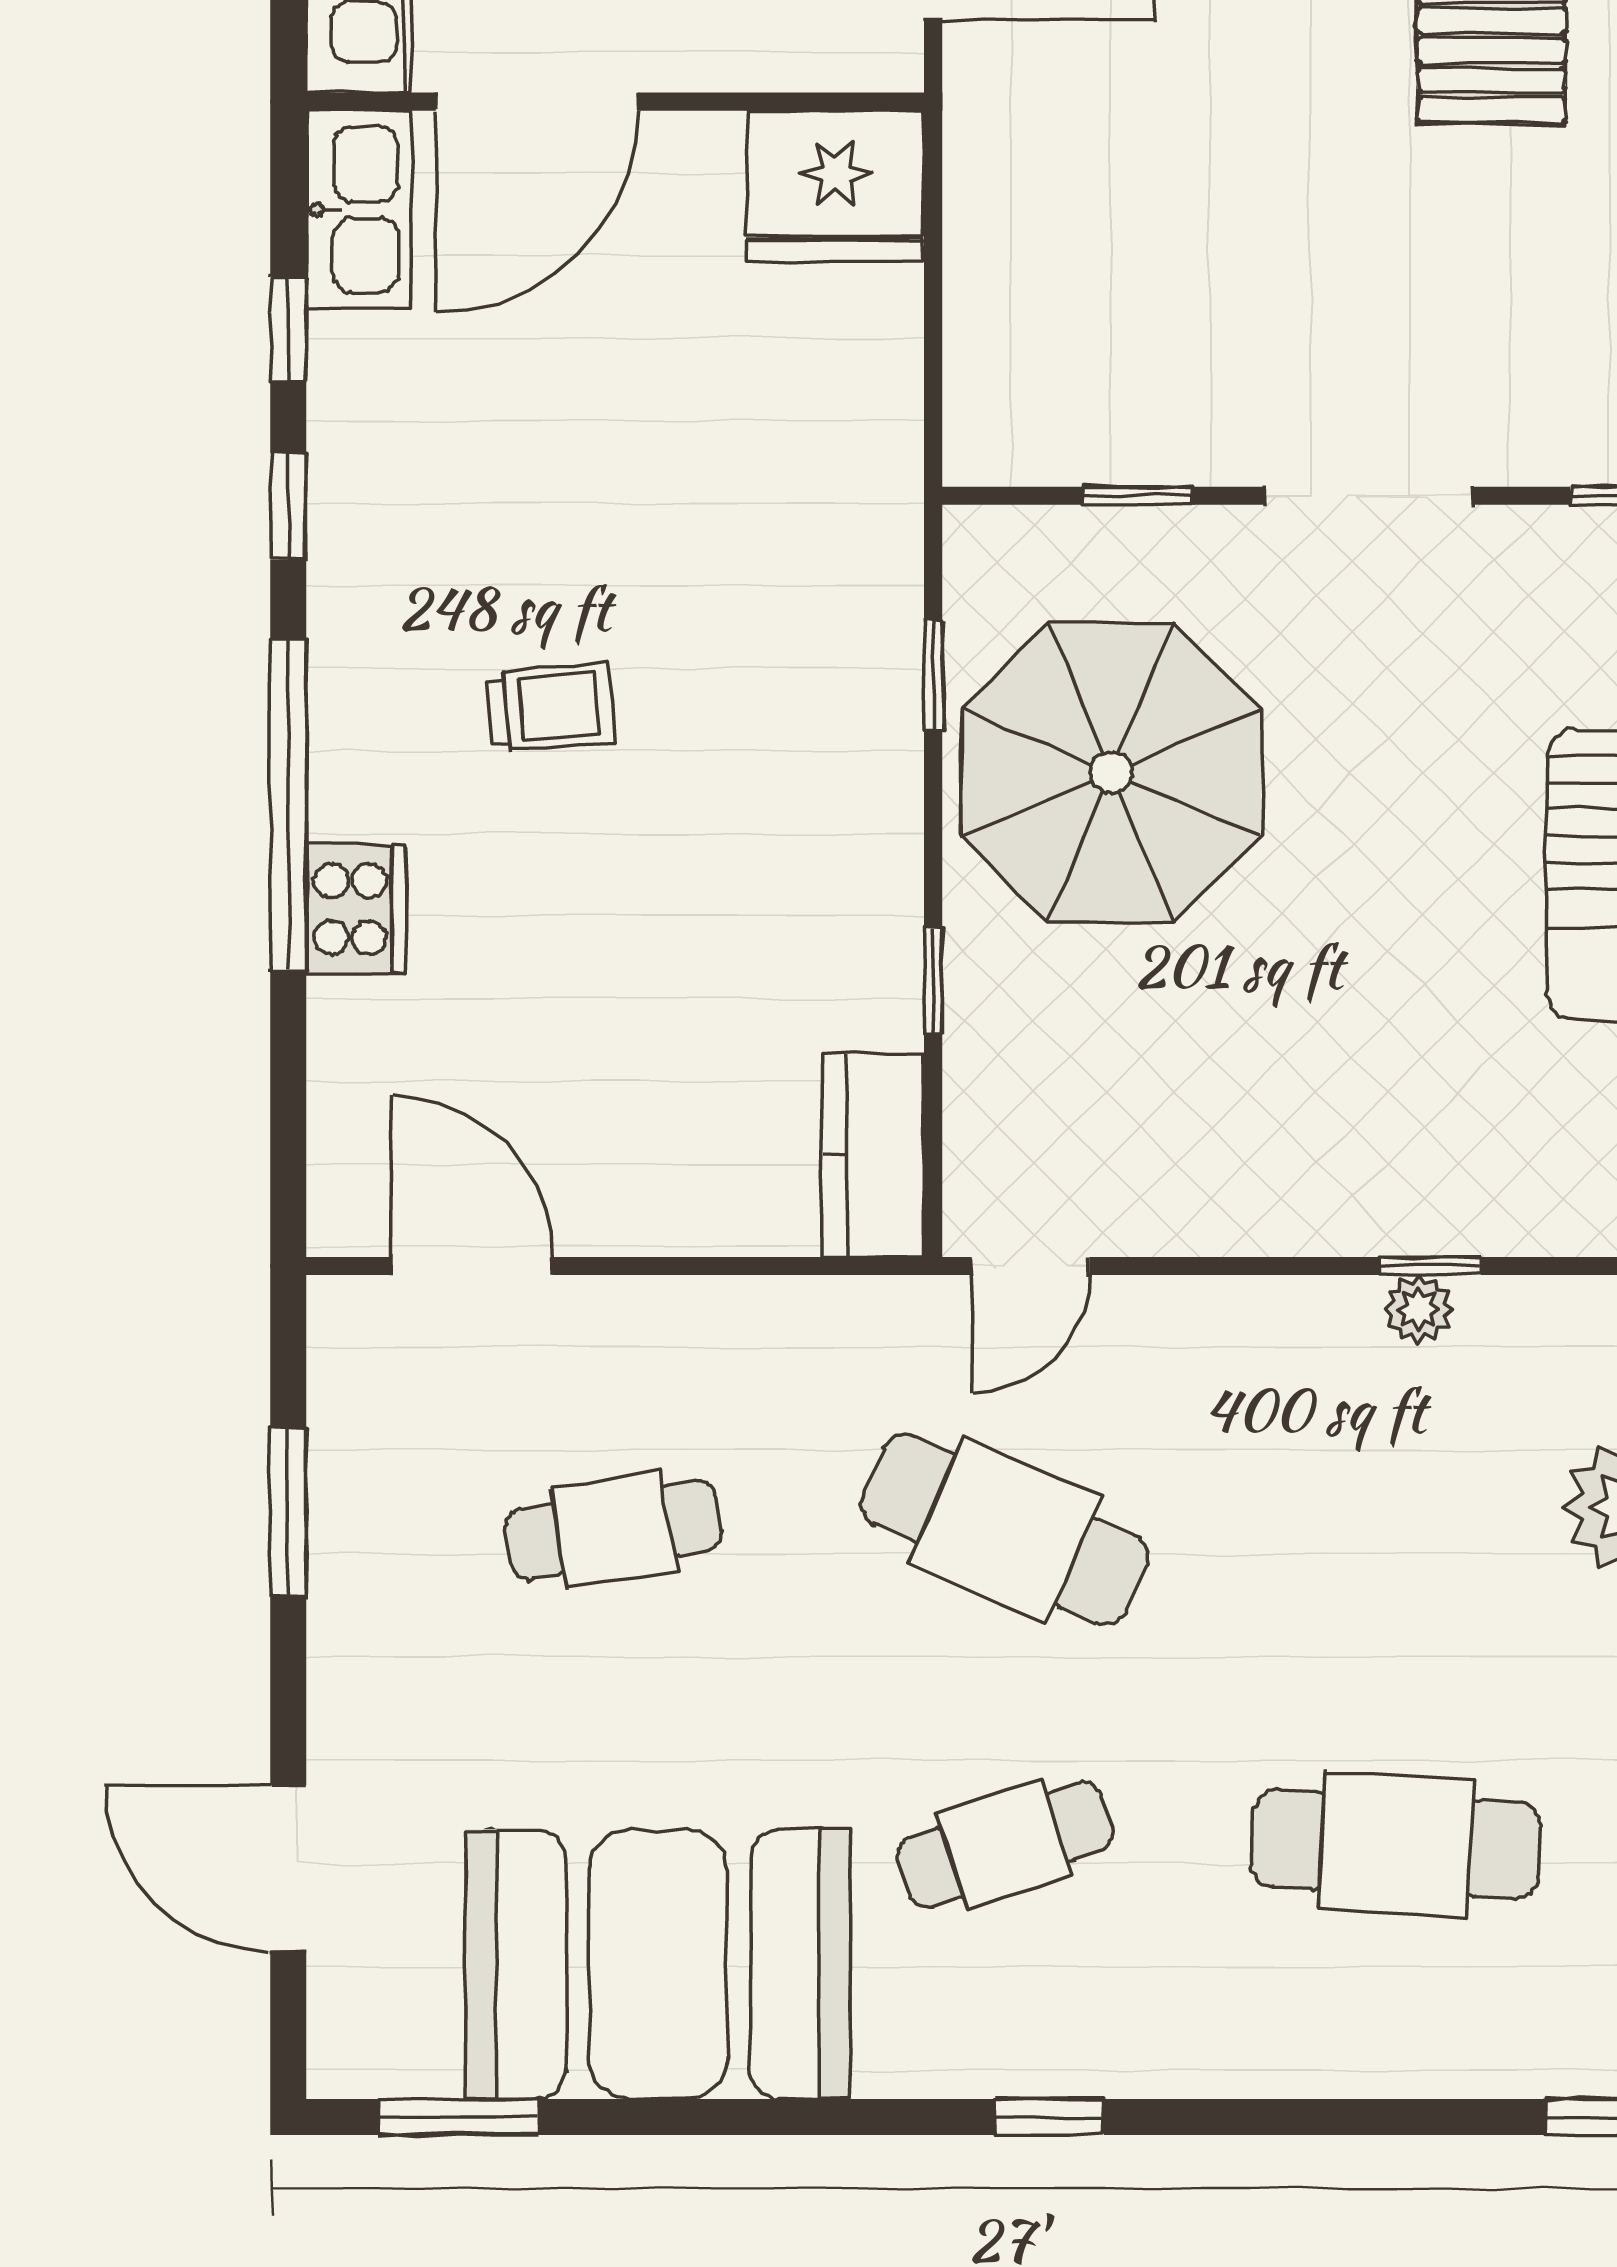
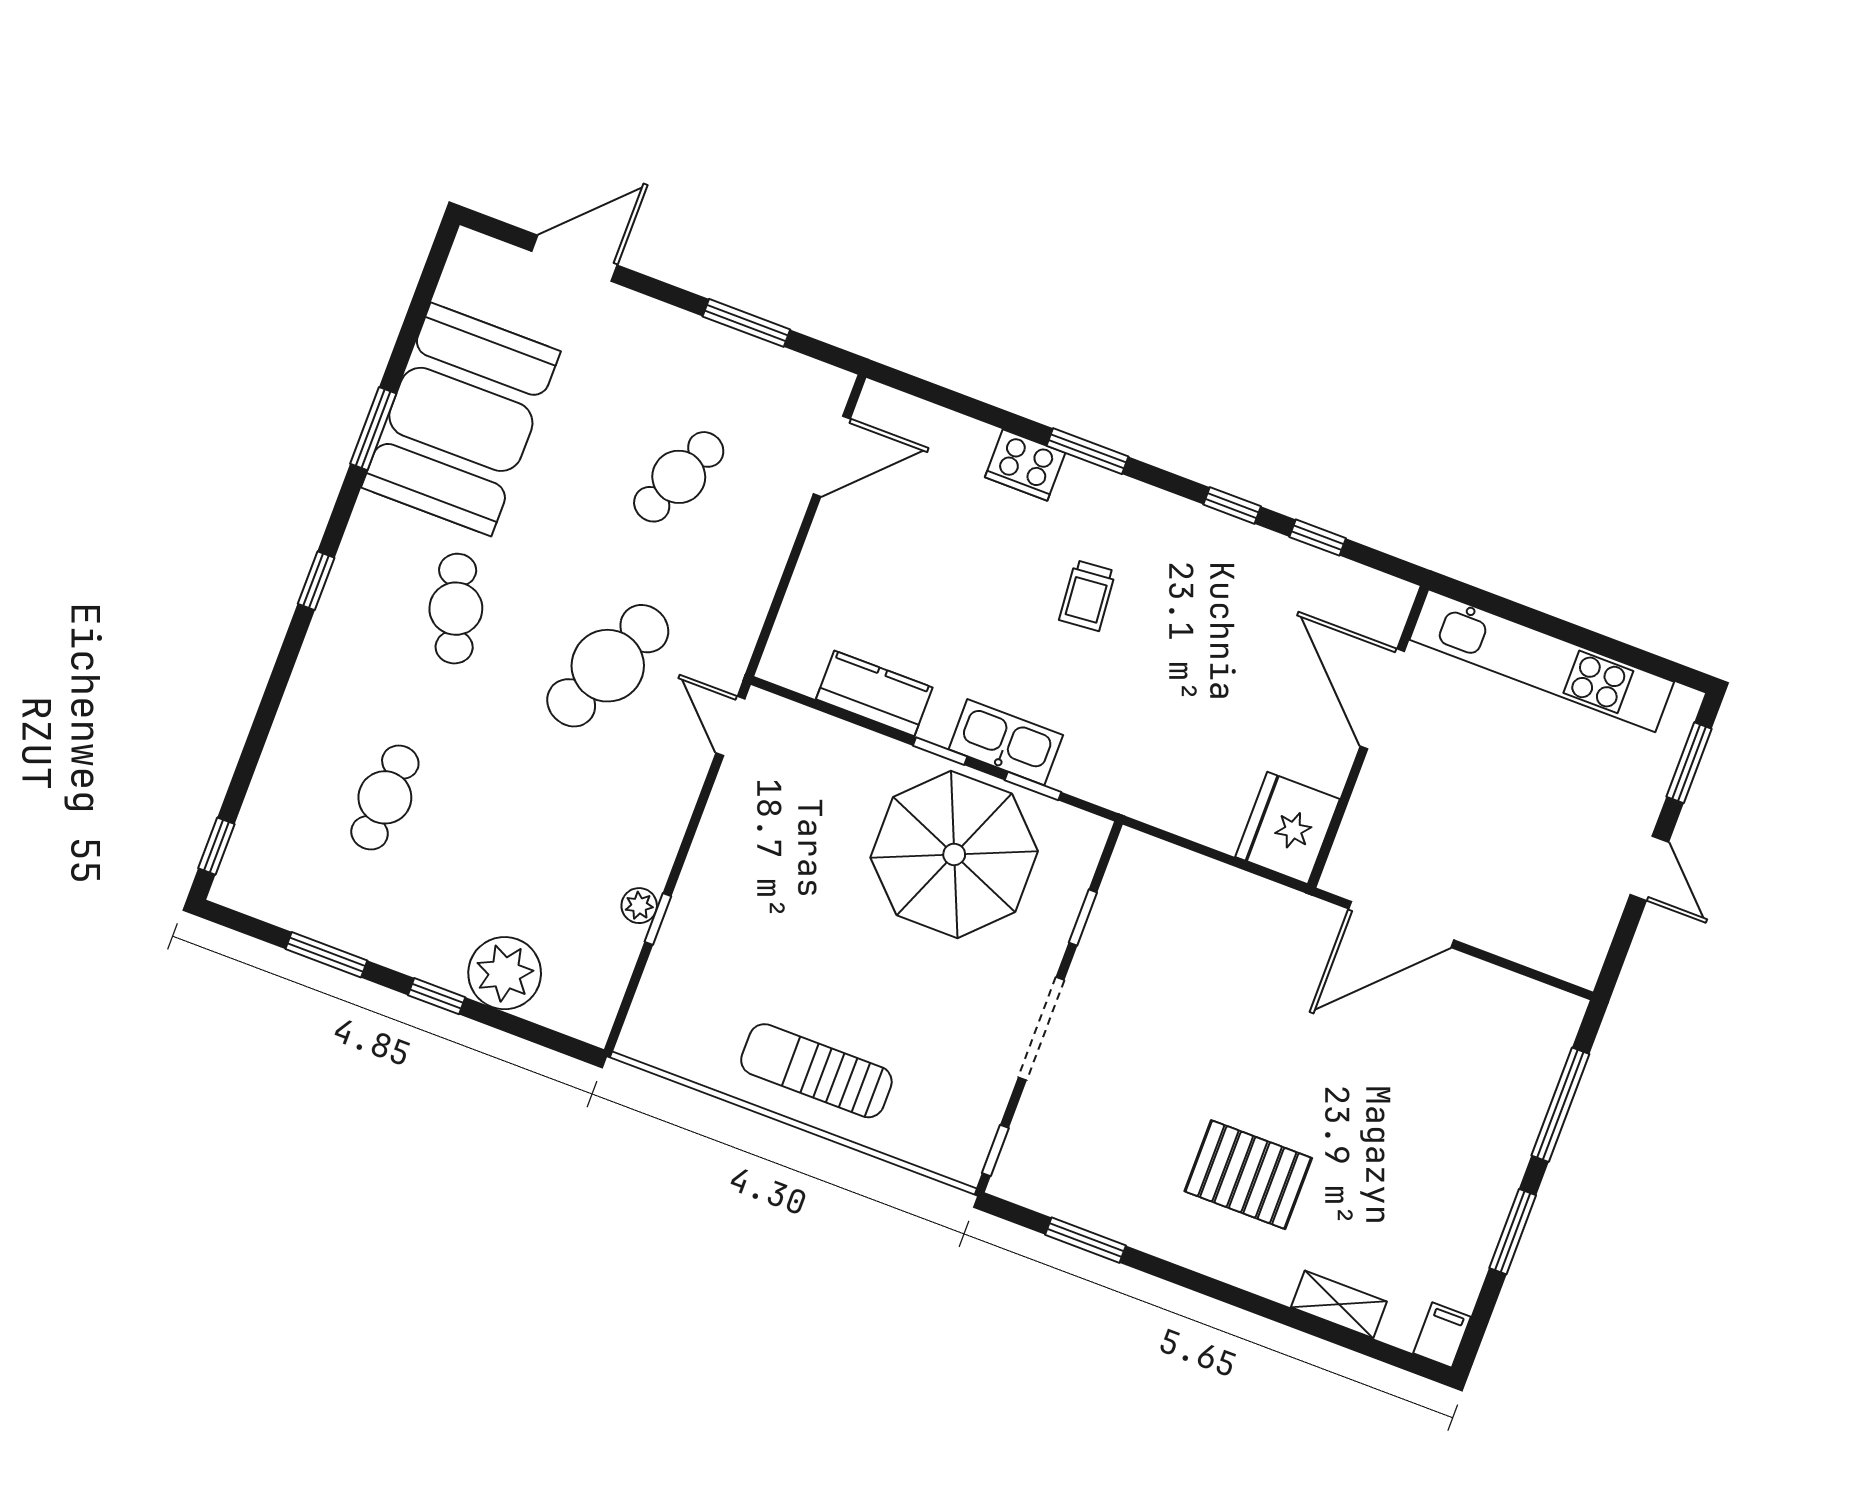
kitchen sink: (358, 210) -> (1006, 742), moved, turned 180
window: (288, 806) -> (1087, 451), width x0.47
window: (933, 981) -> (940, 751), moved
kitchen counter: (873, 1155) -> (874, 693), moved
cafe table: (614, 1530) -> (679, 477), turned 33
cafe table: (1396, 1844) -> (385, 797), width x0.73, depth x0.74
window: (459, 2117) -> (373, 429), moved

